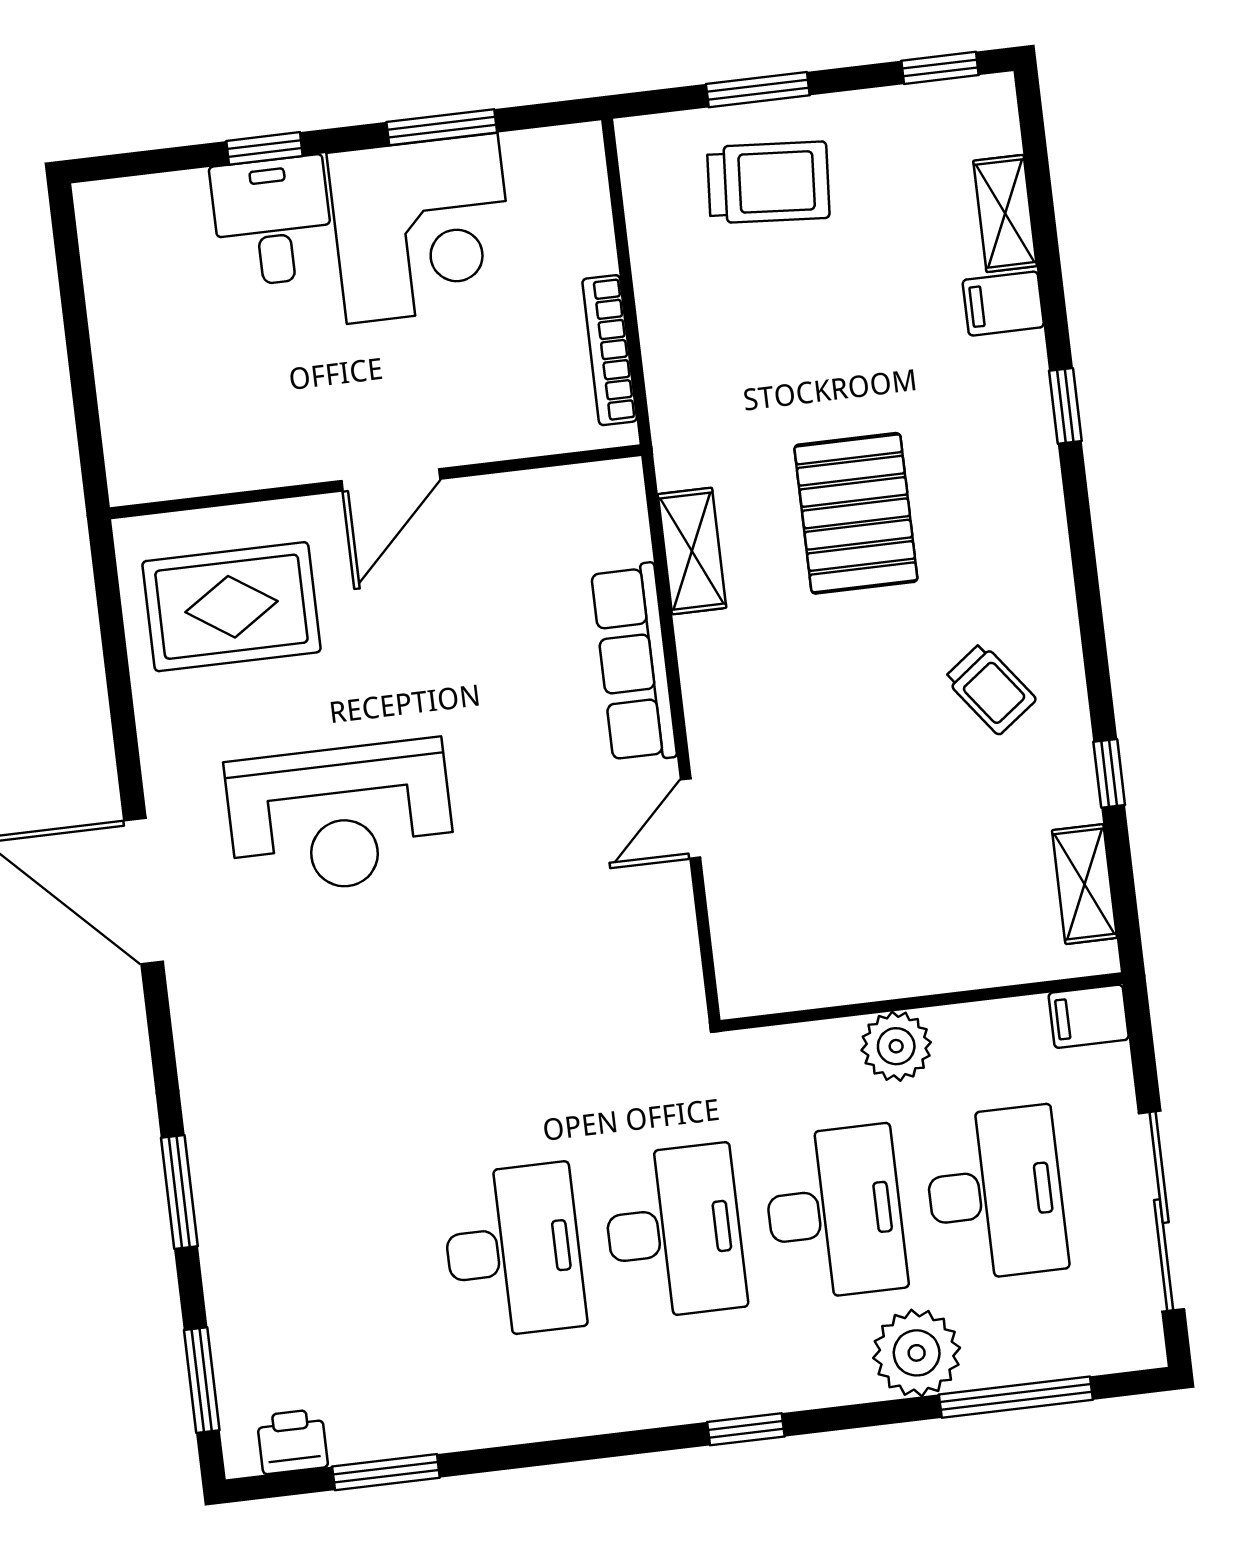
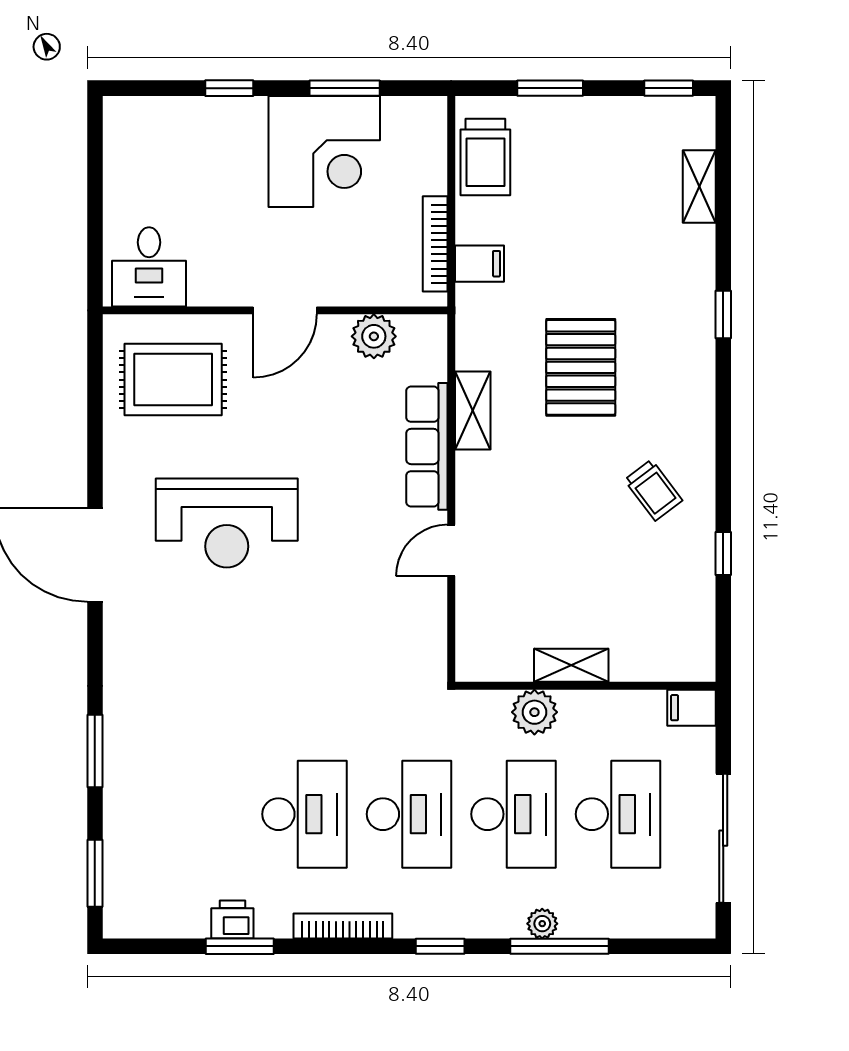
trolley: (768, 182) -> (485, 157), moved, turned 86
desk: (272, 221) -> (149, 267), moved, turned 180
filing cabinet: (1003, 304) -> (479, 264), moved, turned 180
plant: (532, 504) -> (374, 336), added
shelving: (692, 551) -> (473, 411), moved
shelving: (1084, 884) -> (571, 665), moved, turned 90
plant: (896, 1046) -> (534, 712), moved
plant: (917, 1353) -> (542, 924), width x0.53, depth x0.53
window: (1016, 1397) -> (560, 946), moved
bookcase: (593, 1416) -> (343, 926), added
printer: (292, 1442) -> (232, 920), moved
window: (386, 1472) -> (240, 946), moved

